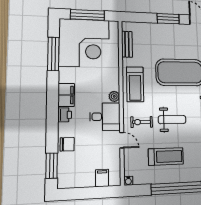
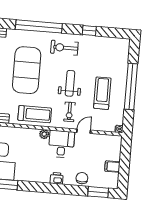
filing cabinet: (66, 95) -> (39, 176), removed
filing cabinet: (102, 178) -> (112, 167), moved

